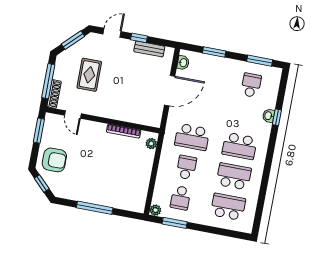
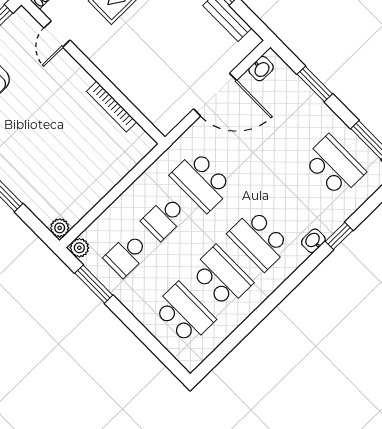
school desk: (251, 85) -> (334, 166), width x1.85
washbasin: (268, 116) -> (313, 241), moved
plant: (151, 144) -> (60, 228), moved
school desk: (186, 167) -> (164, 218), turned 180

